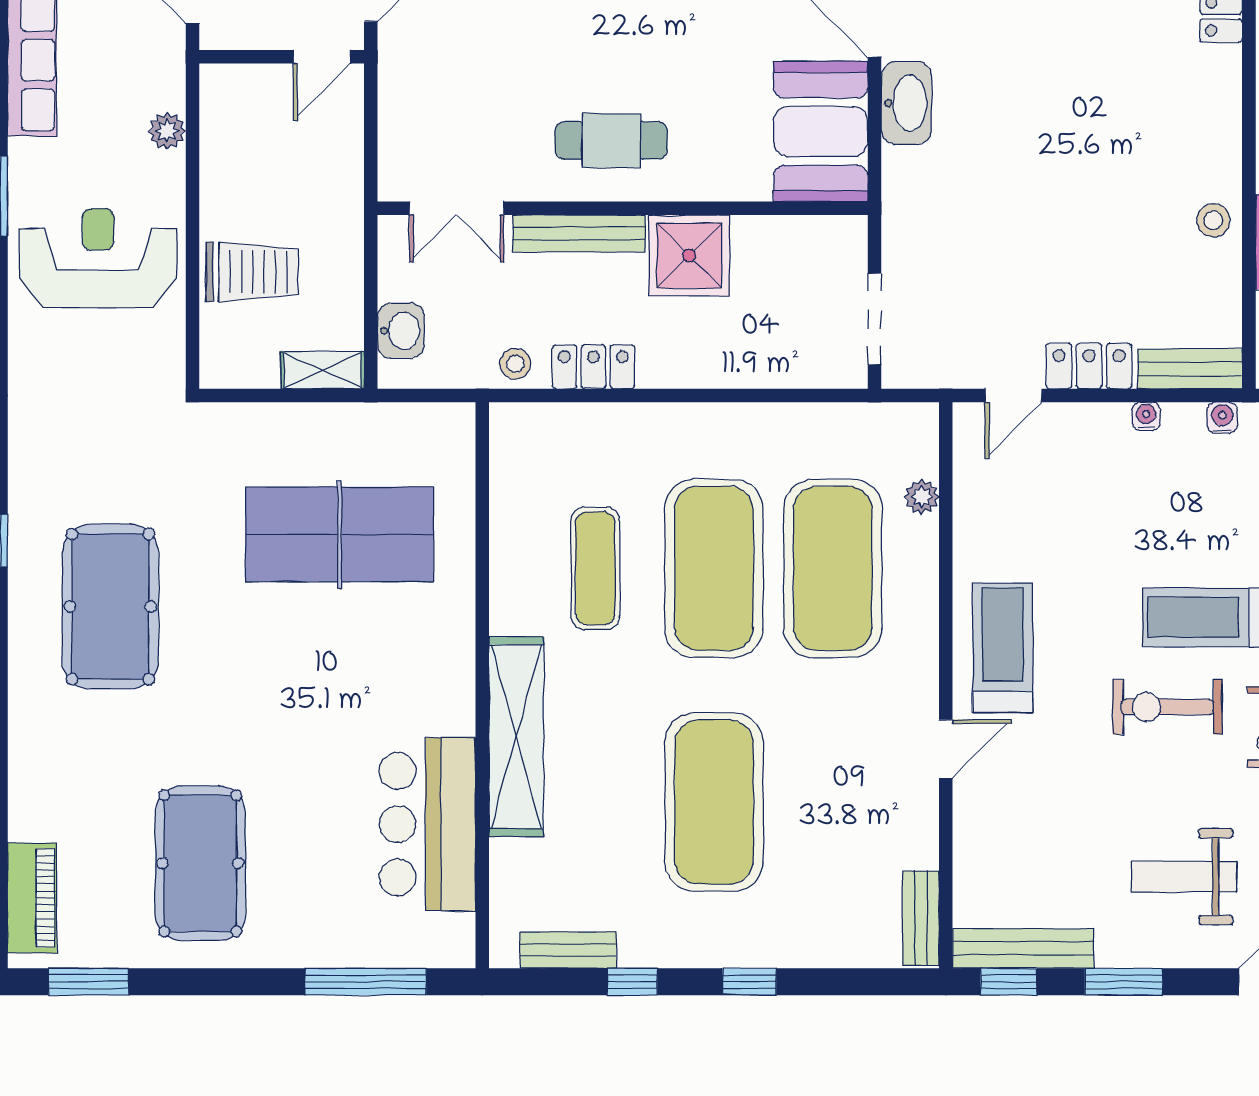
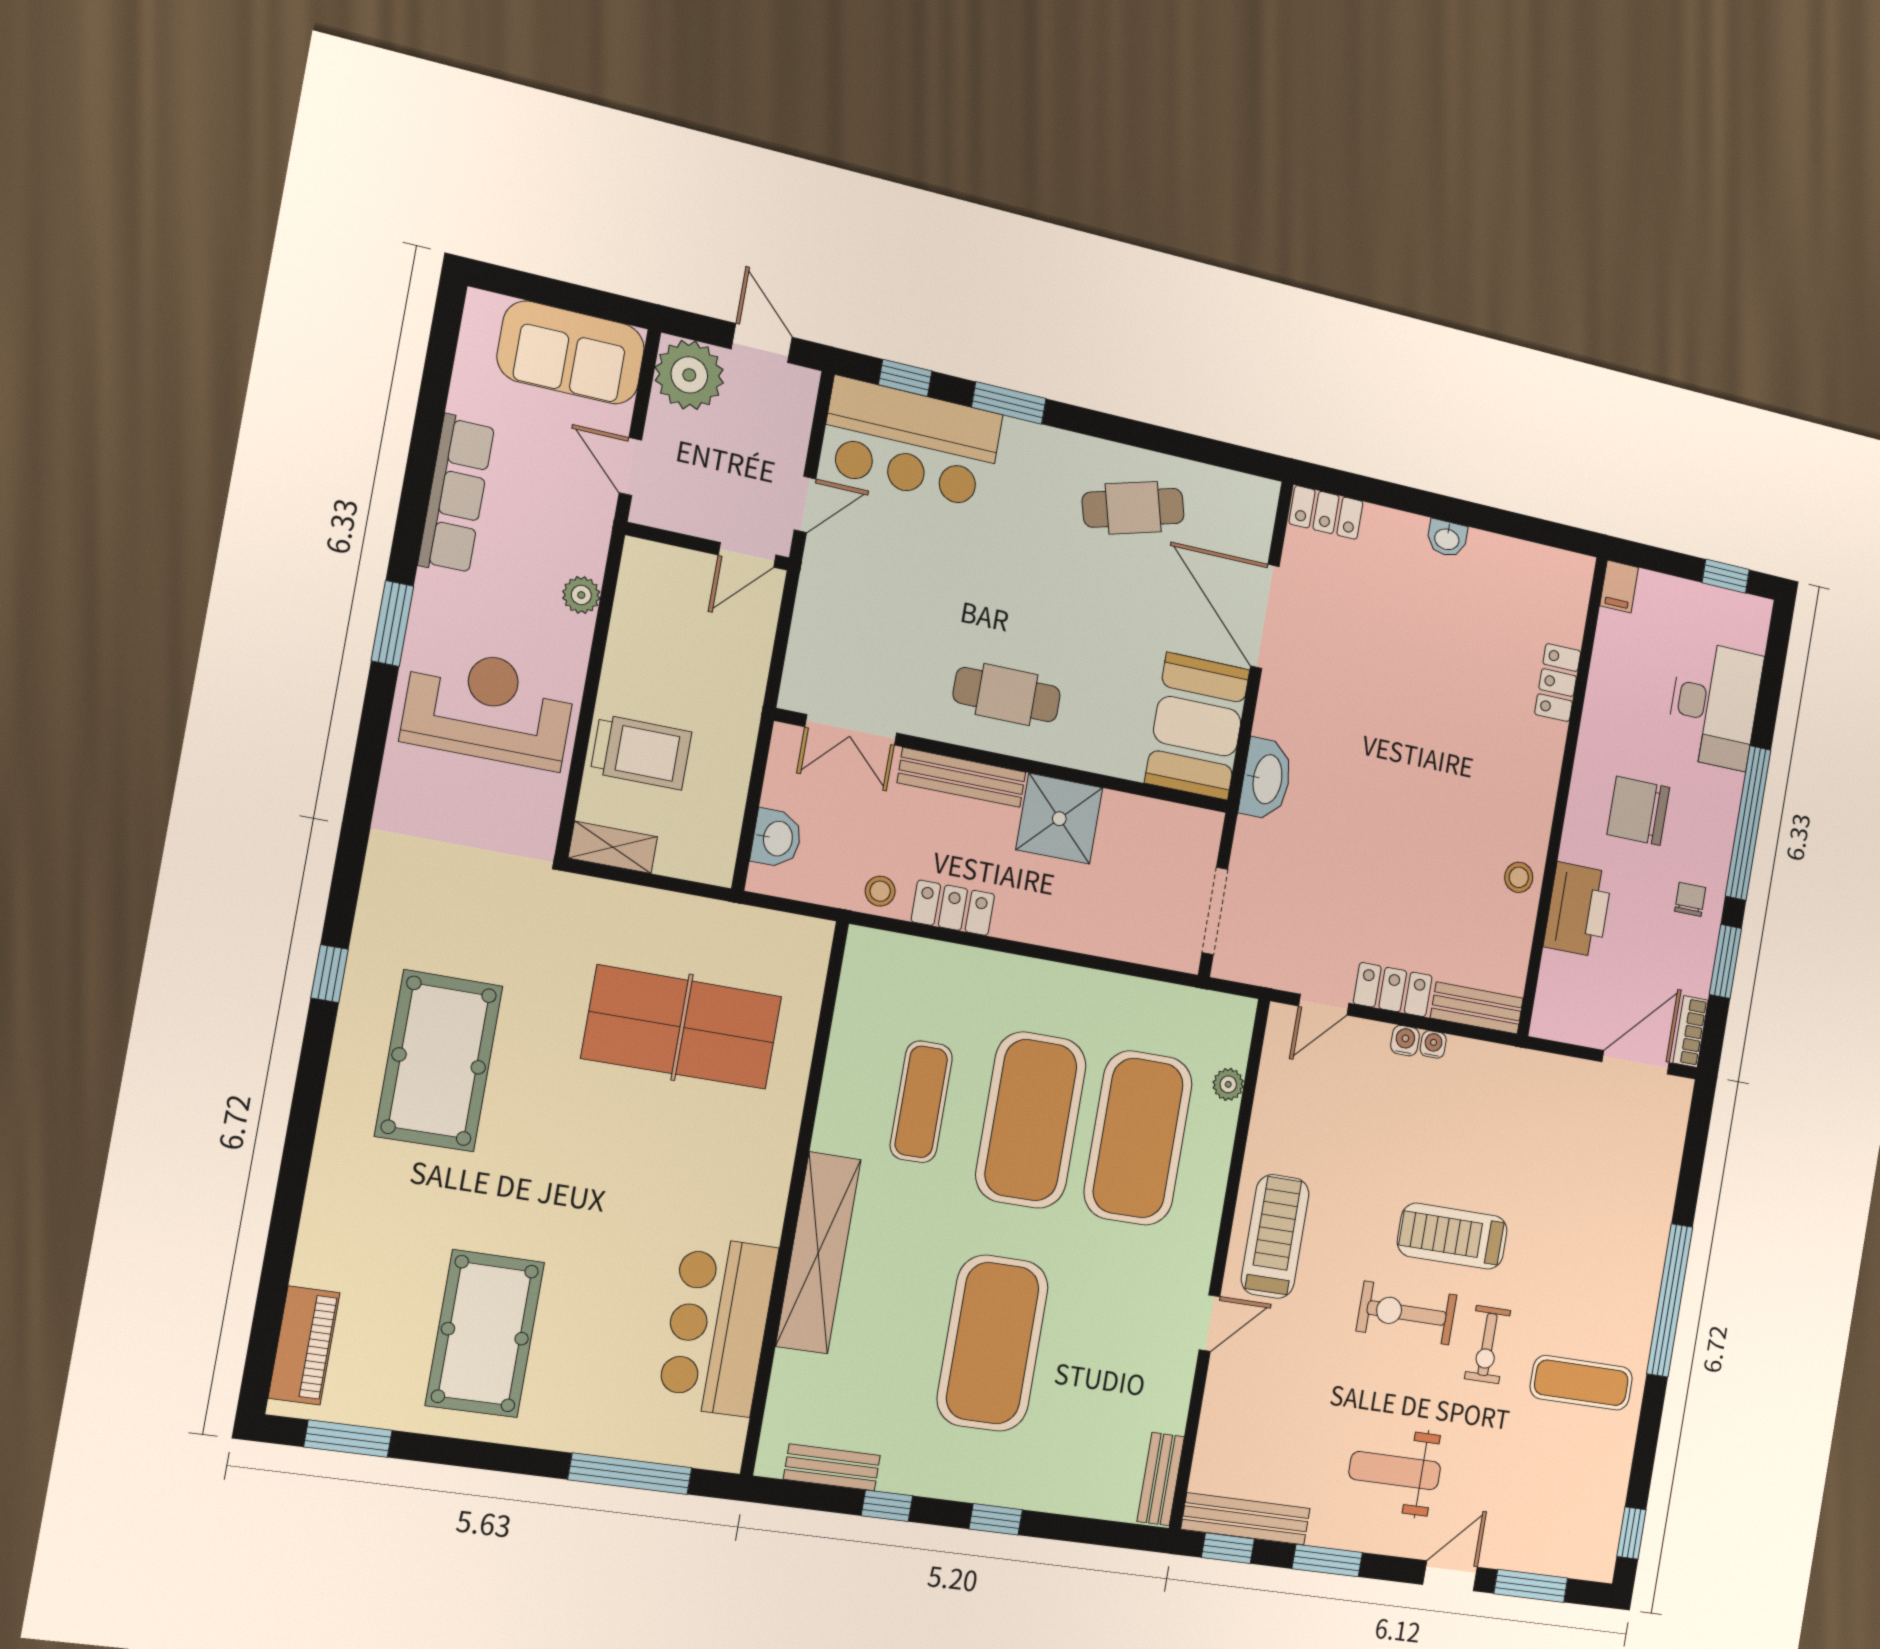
washbasin: (906, 103) -> (1266, 779), moved
shelving: (322, 370) -> (613, 847), moved
water cooler: (1222, 418) -> (1405, 1041), moved

